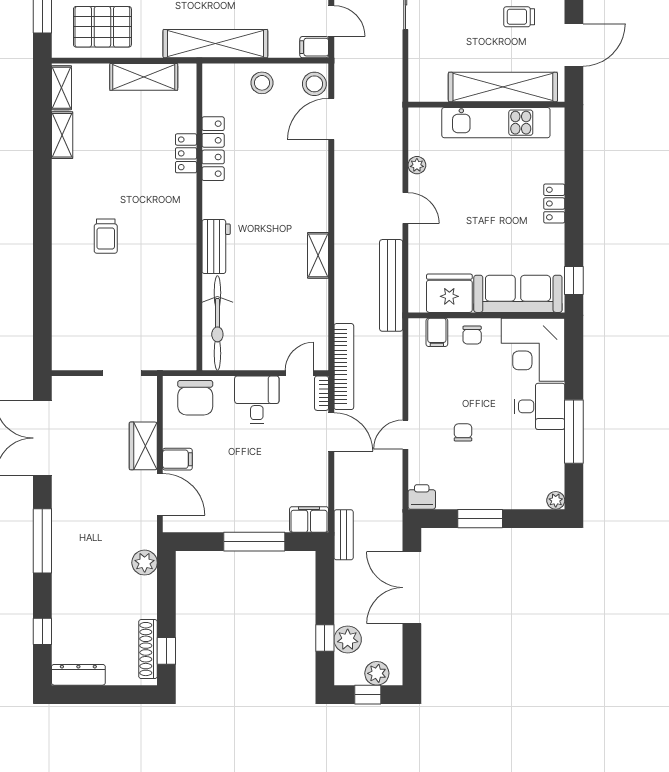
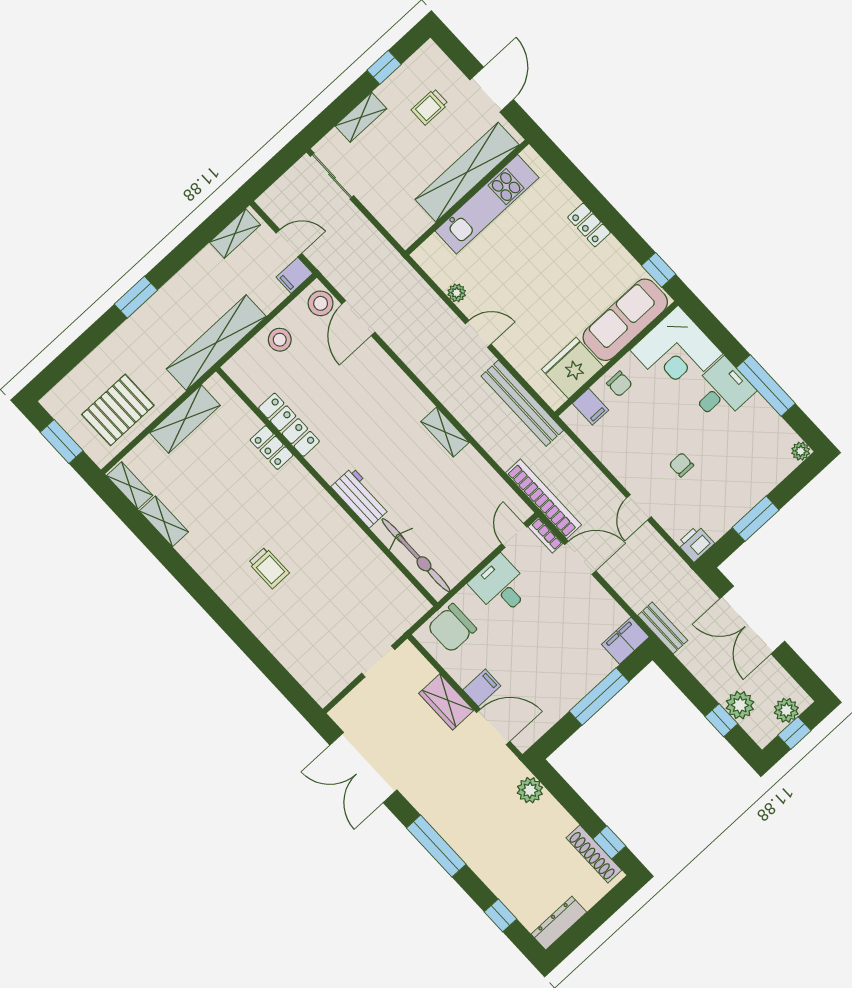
chair: (195, 398) -> (452, 628), turned 90

